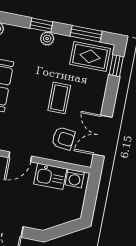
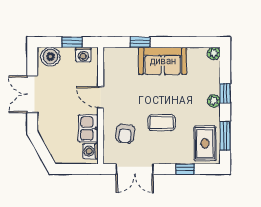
window: (116, 66) -> (185, 169), moved
double door: (103, 136) -> (135, 169), swing flipped

